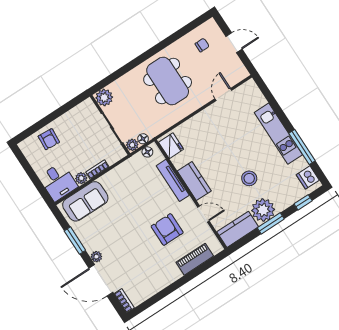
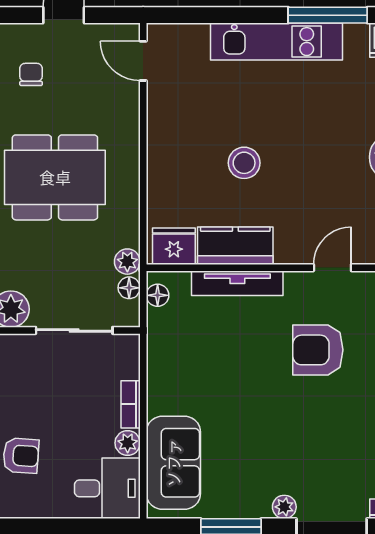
door: (223, 94) -> (143, 61), moved
plant: (132, 145) -> (127, 262), moved
stool: (249, 178) -> (244, 163), moved
kitchen counter: (194, 181) -> (235, 246), moved

